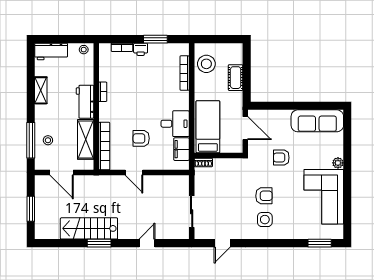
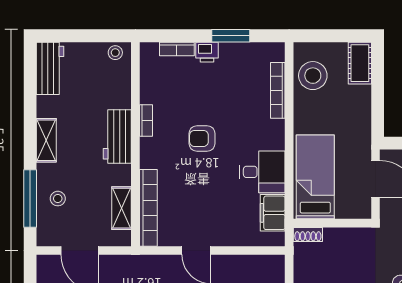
workbench: (51, 51) -> (50, 68), moved, turned -90
cot: (236, 78) -> (360, 63), moved
shelving: (41, 90) -> (46, 140), moved
armchair: (141, 138) -> (202, 138), moved
shelving: (86, 139) -> (122, 208), width x0.67, depth x0.75

